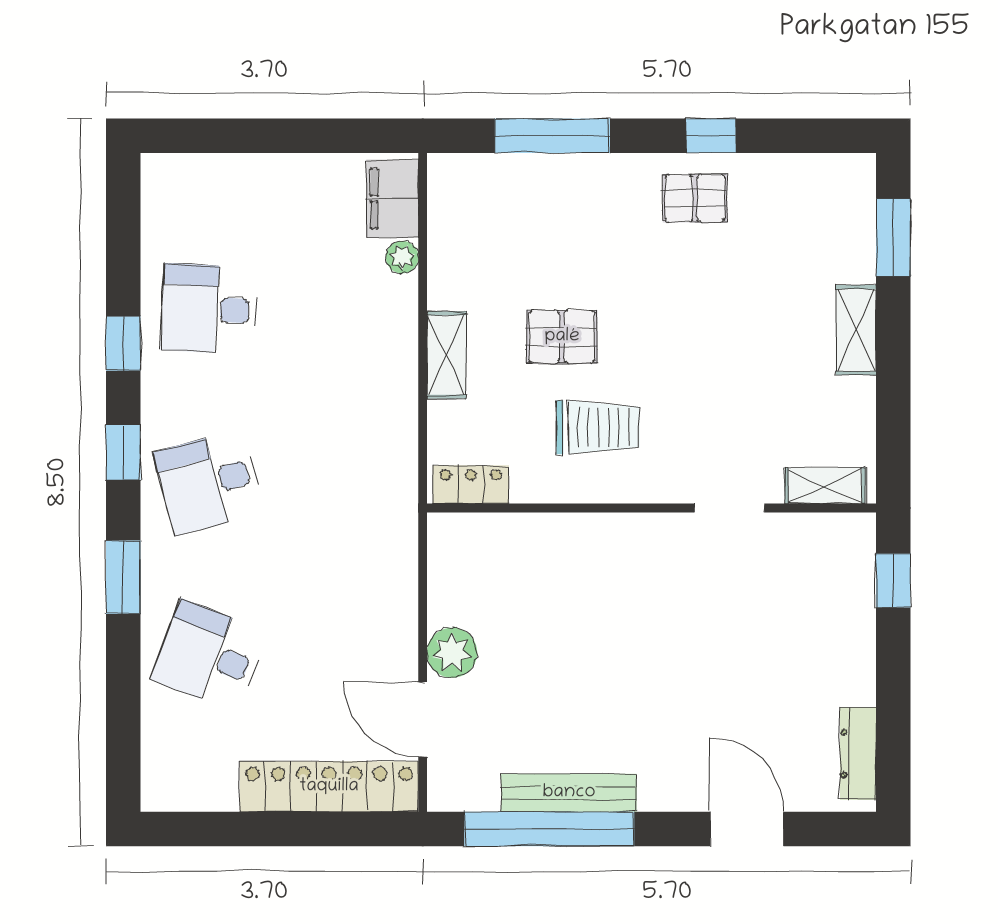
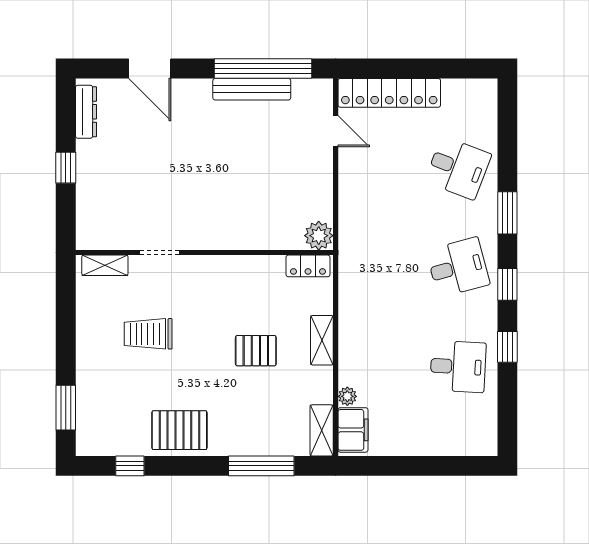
window: (711, 136) -> (130, 466), moved
pallet: (695, 198) -> (179, 430), width x1.50, depth x1.42
shelving: (856, 330) -> (322, 430), moved
trolley: (598, 427) -> (148, 334), moved
window: (893, 580) -> (66, 168), moved
plant: (452, 653) -> (319, 236), moved
door: (423, 719) -> (336, 131), width x0.73

